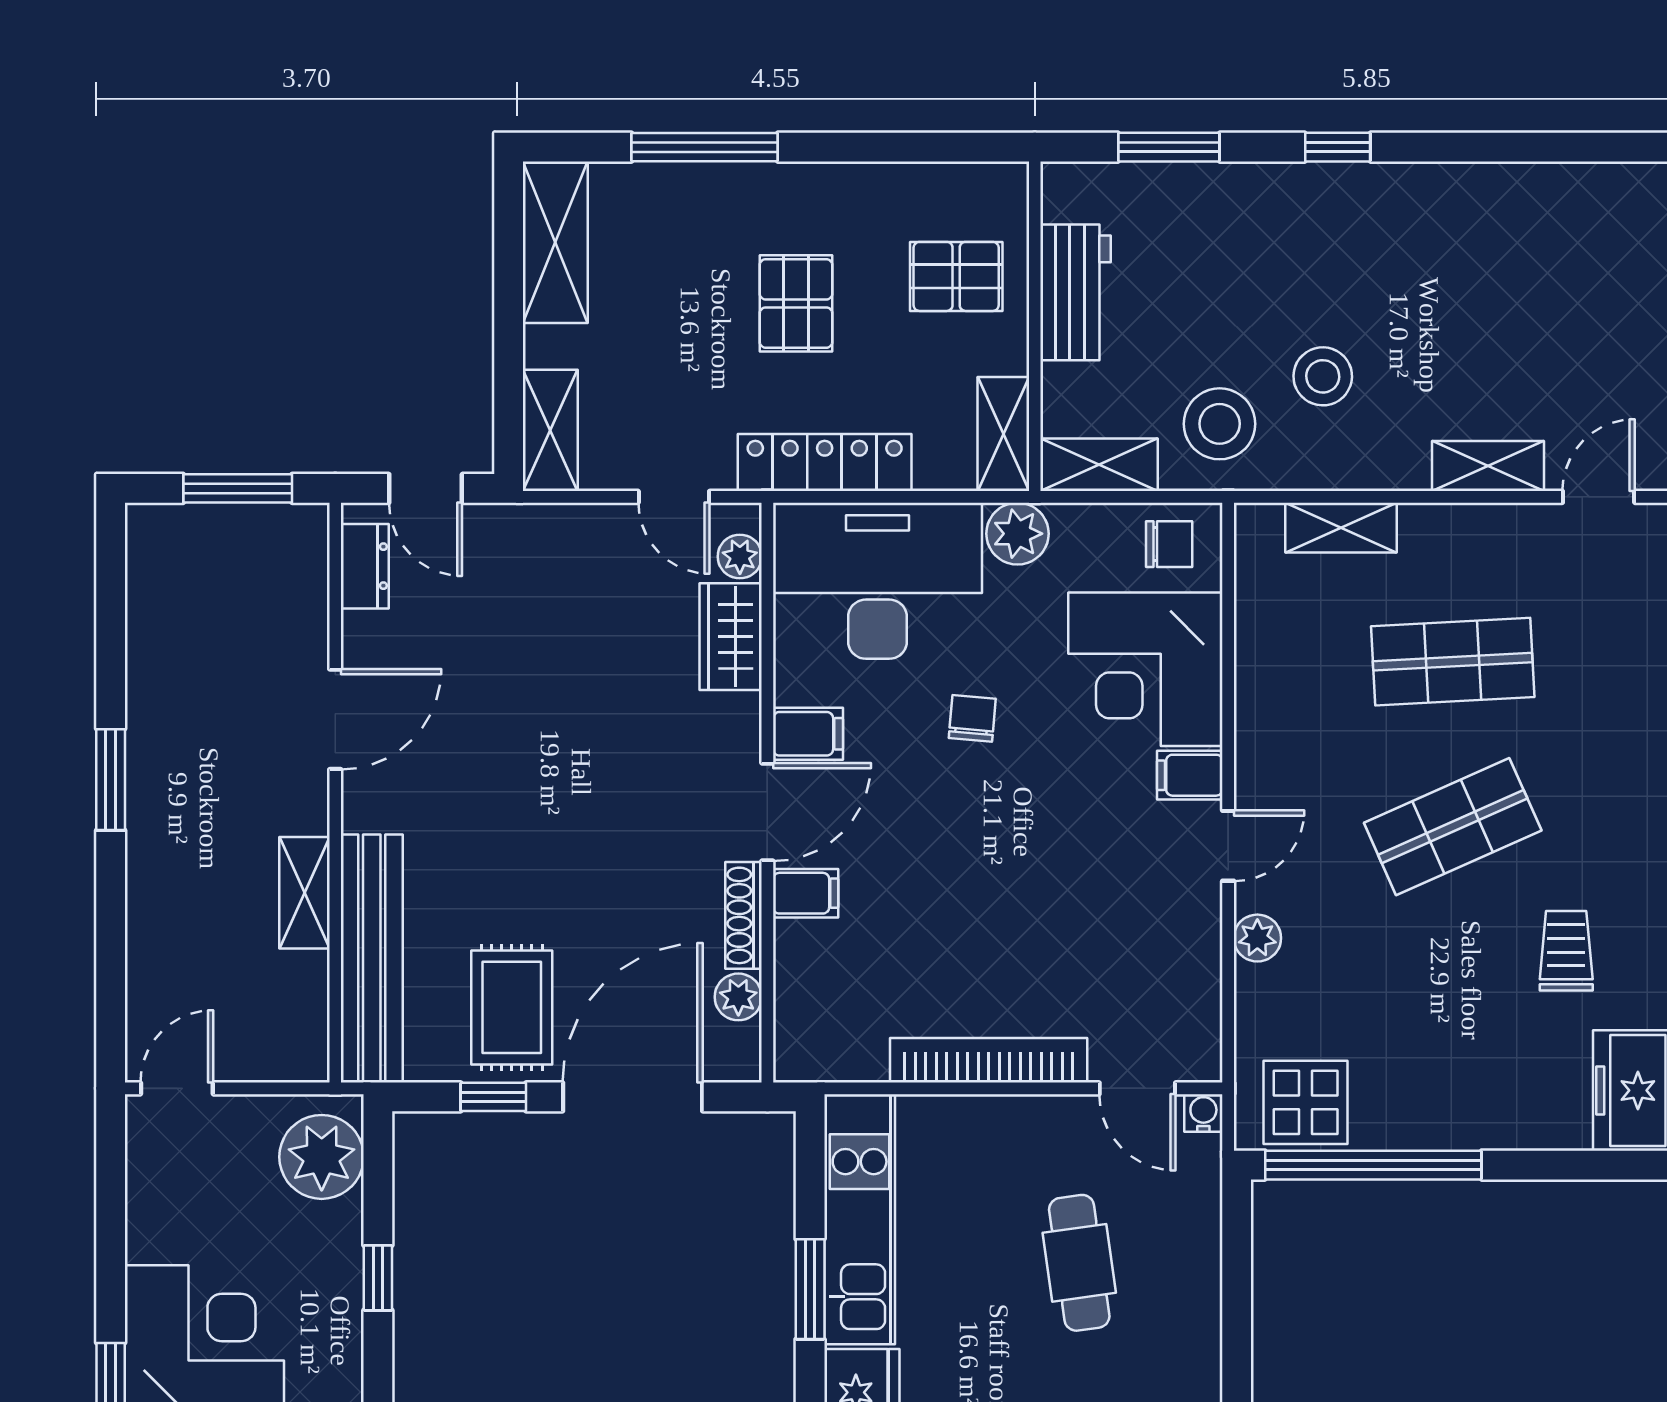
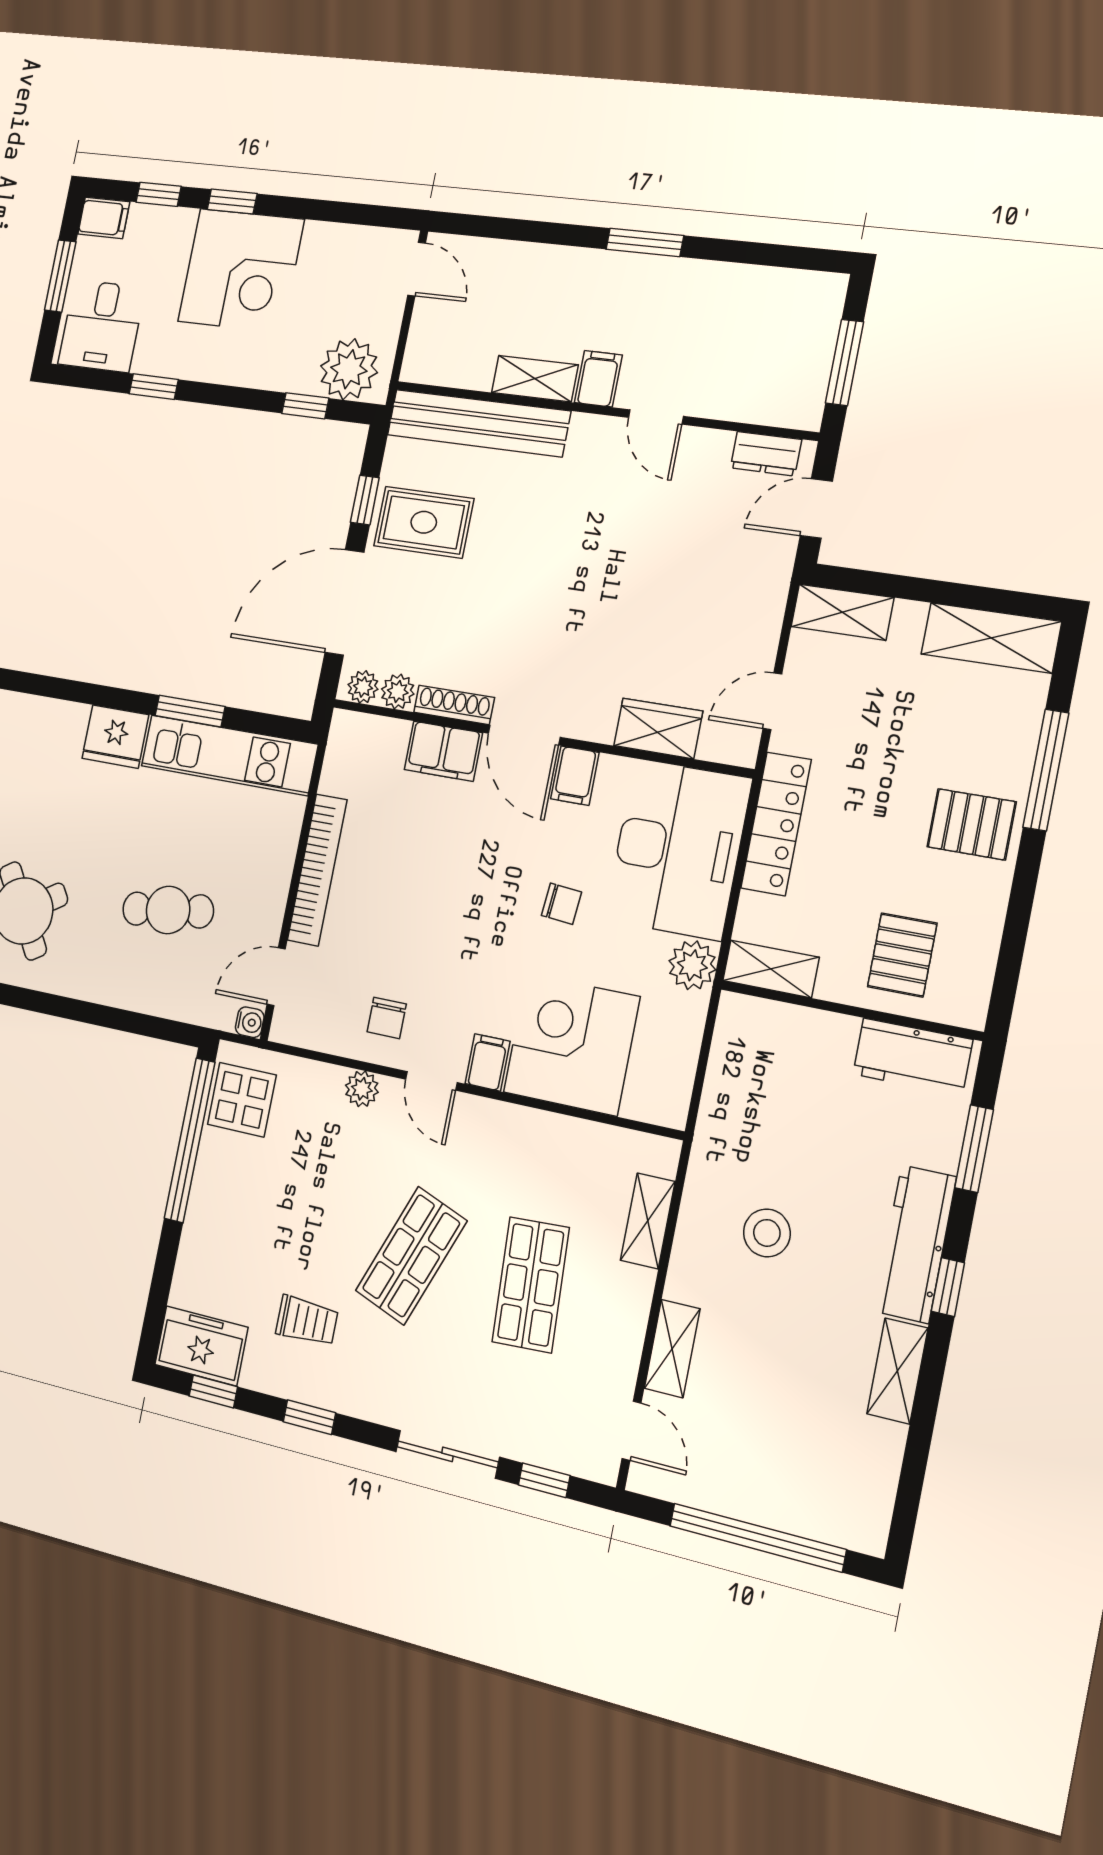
workbench: (1296, 195) -> (915, 1244), added
workbench: (1075, 292) -> (913, 1057), moved
pallet: (796, 303) -> (972, 824), moved
stool: (1220, 424) -> (746, 1142), removed
shelving: (1099, 465) -> (897, 1371), moved
chair: (1169, 544) -> (387, 1018), moved
plant: (740, 557) -> (363, 687), moved
door: (335, 719) -> (656, 417), width x0.73
filing cabinet: (295, 806) -> (598, 379), added
shop shelf: (1453, 827) -> (411, 1256), turned 45
filing cabinet: (806, 893) -> (443, 751), width x2.00
door: (633, 1097) -> (344, 602), swing flipped
window: (378, 1278) -> (305, 406), moved

